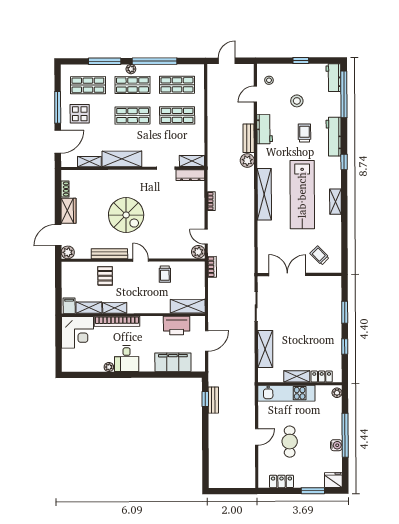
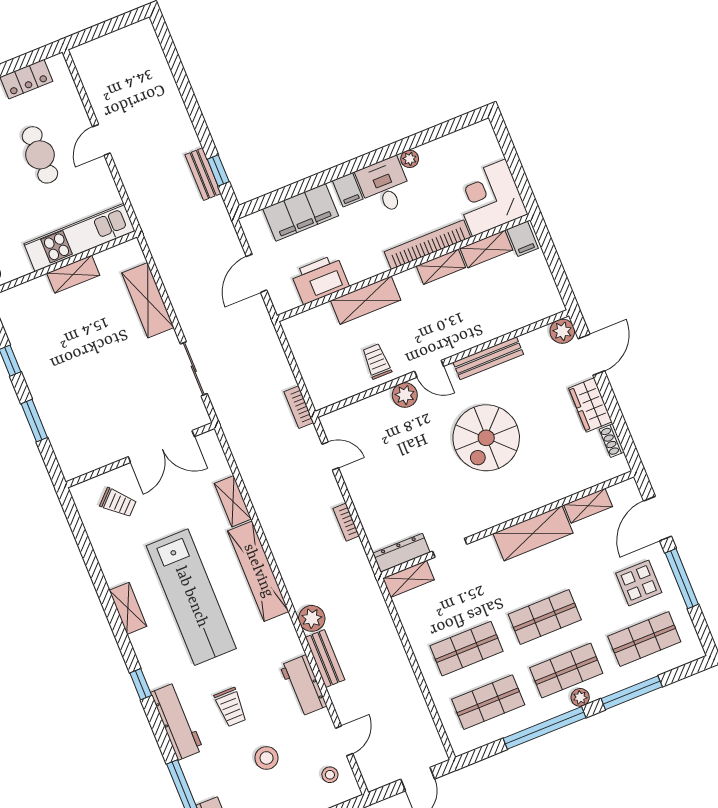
lab bench: (302, 195) -> (191, 597), turned 180
spiral stairs: (126, 215) -> (486, 438), turned -90
shelving: (263, 234) -> (233, 501), added
plant: (198, 252) -> (405, 395), moved
pallet: (105, 276) -> (480, 316), removed
shelving: (188, 306) -> (366, 300), moved
filing cabinet: (145, 364) -> (348, 190), added
locker: (322, 377) -> (29, 292), removed

